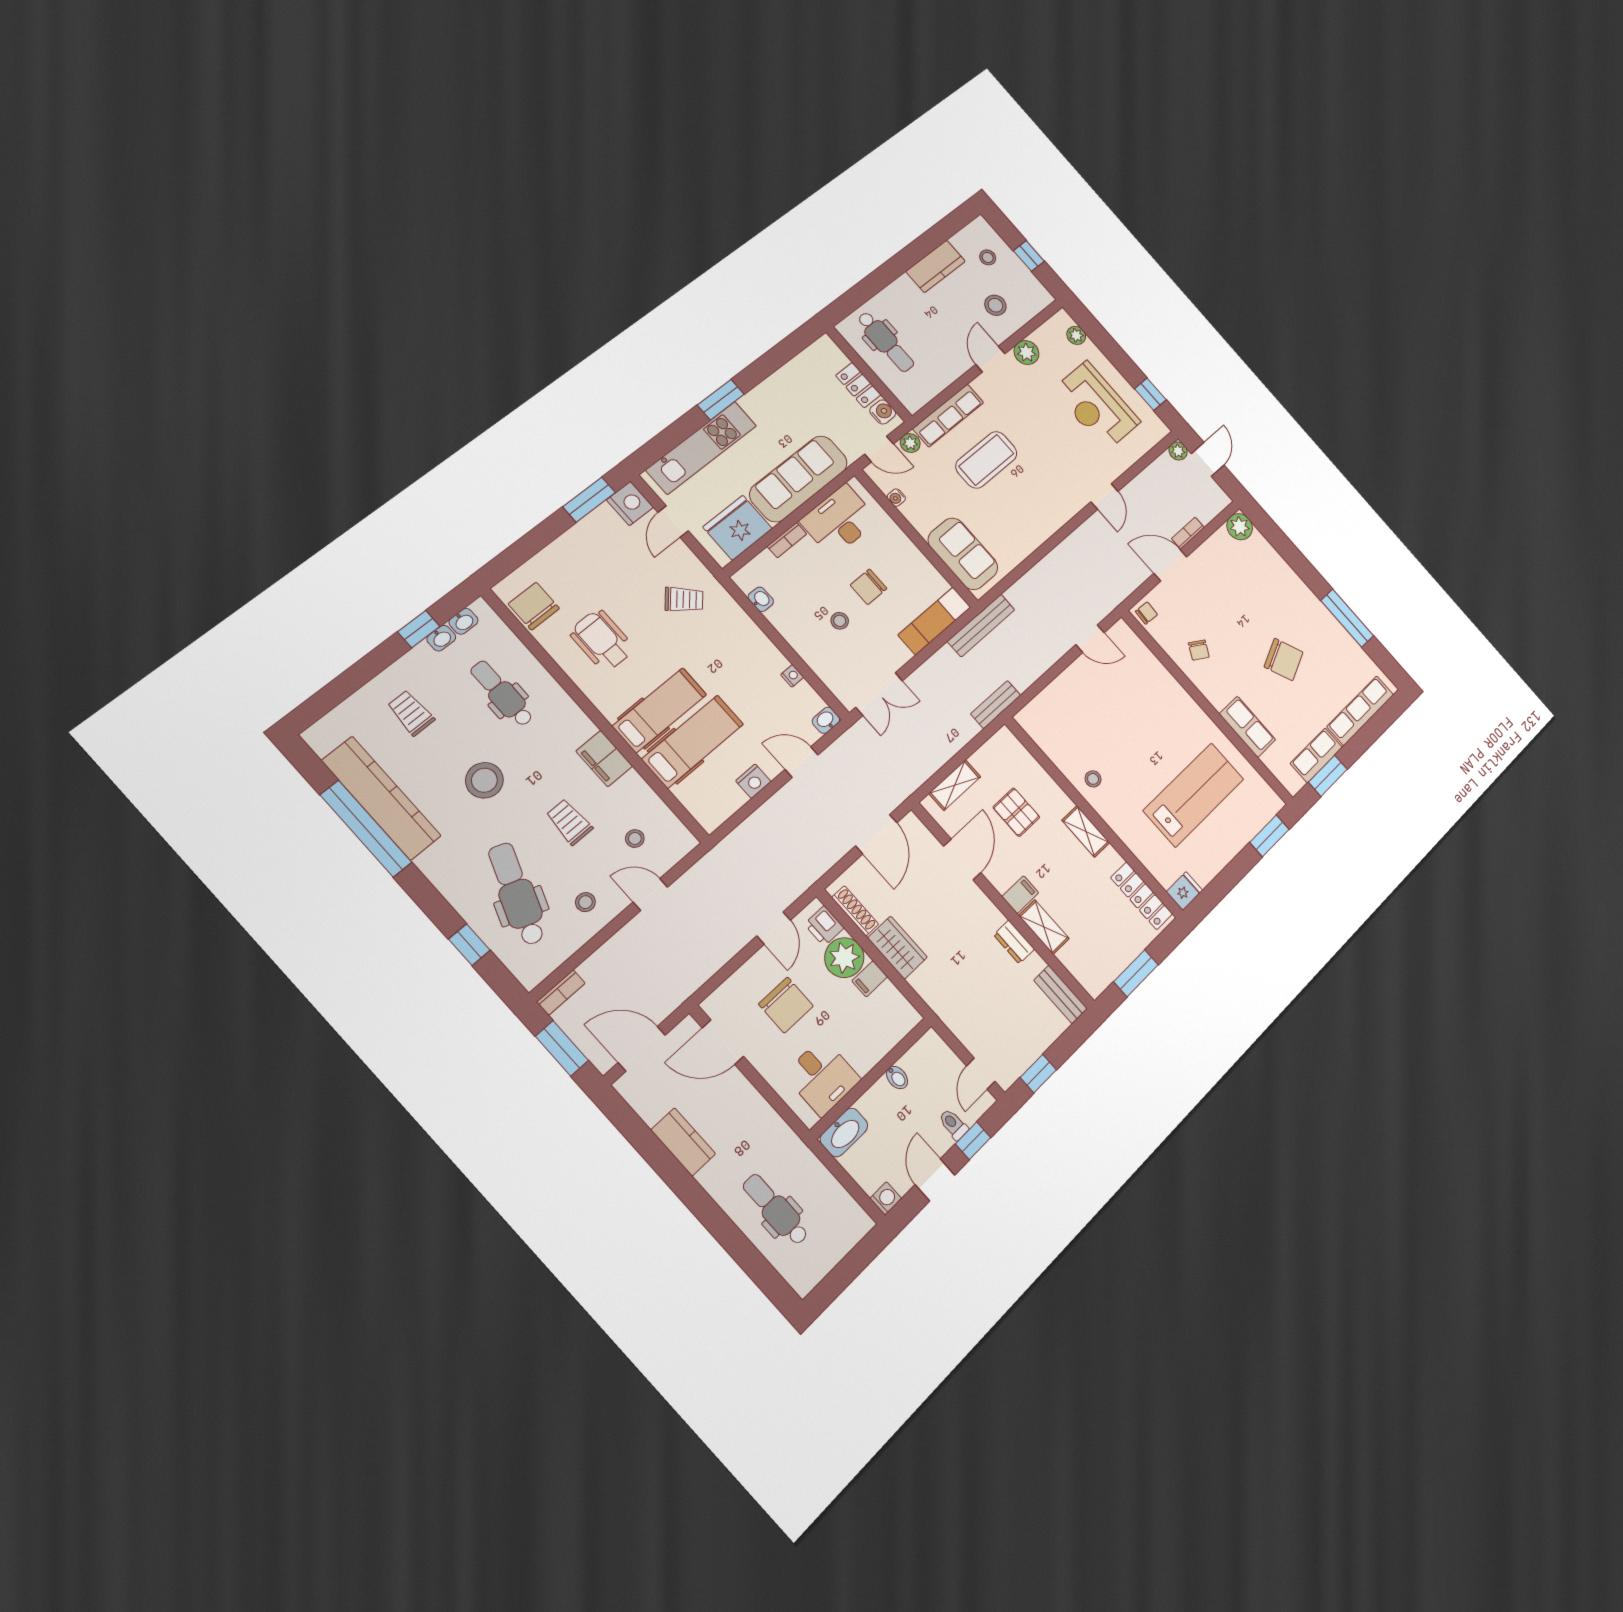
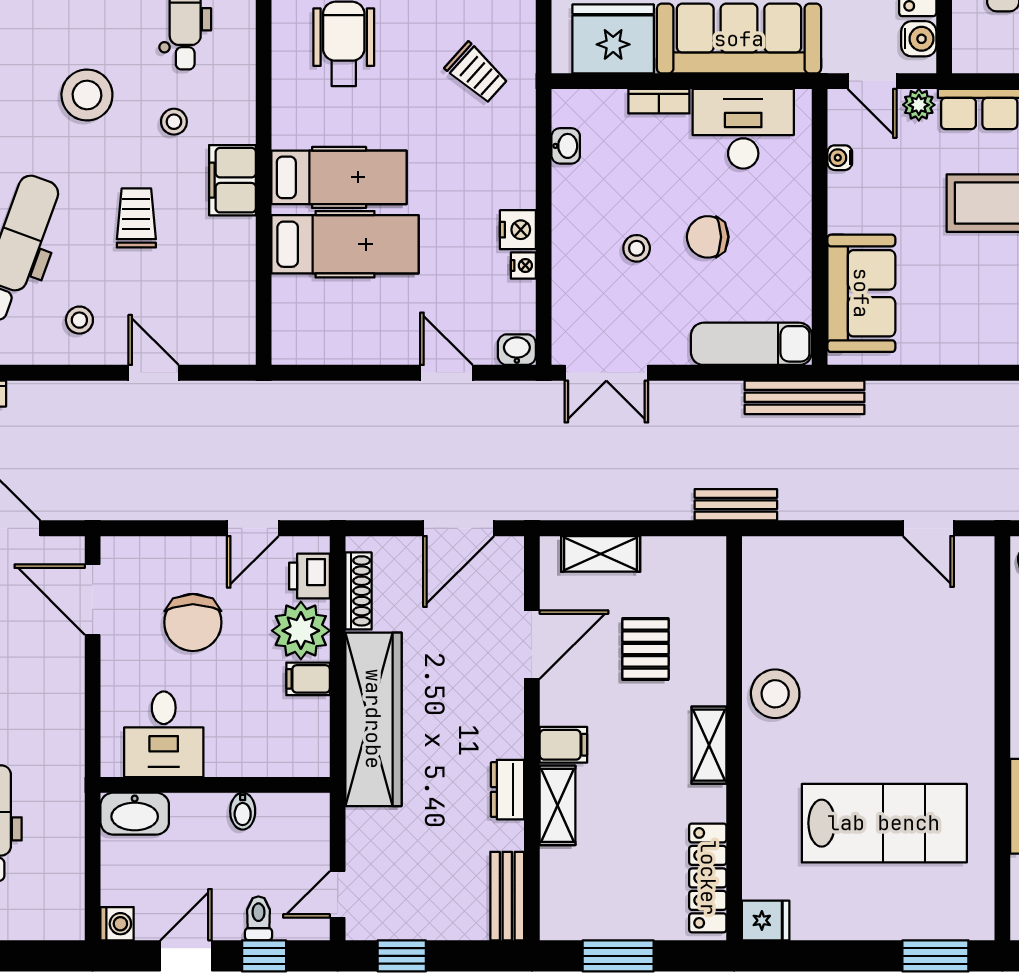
stool: (1093, 779) -> (775, 694), width x1.89, depth x1.89
nightstand: (753, 781) -> (518, 230), moved, turned -90
stool: (635, 839) -> (174, 122), moved
wardrobe: (897, 948) -> (373, 719), width x2.10, depth x1.17

